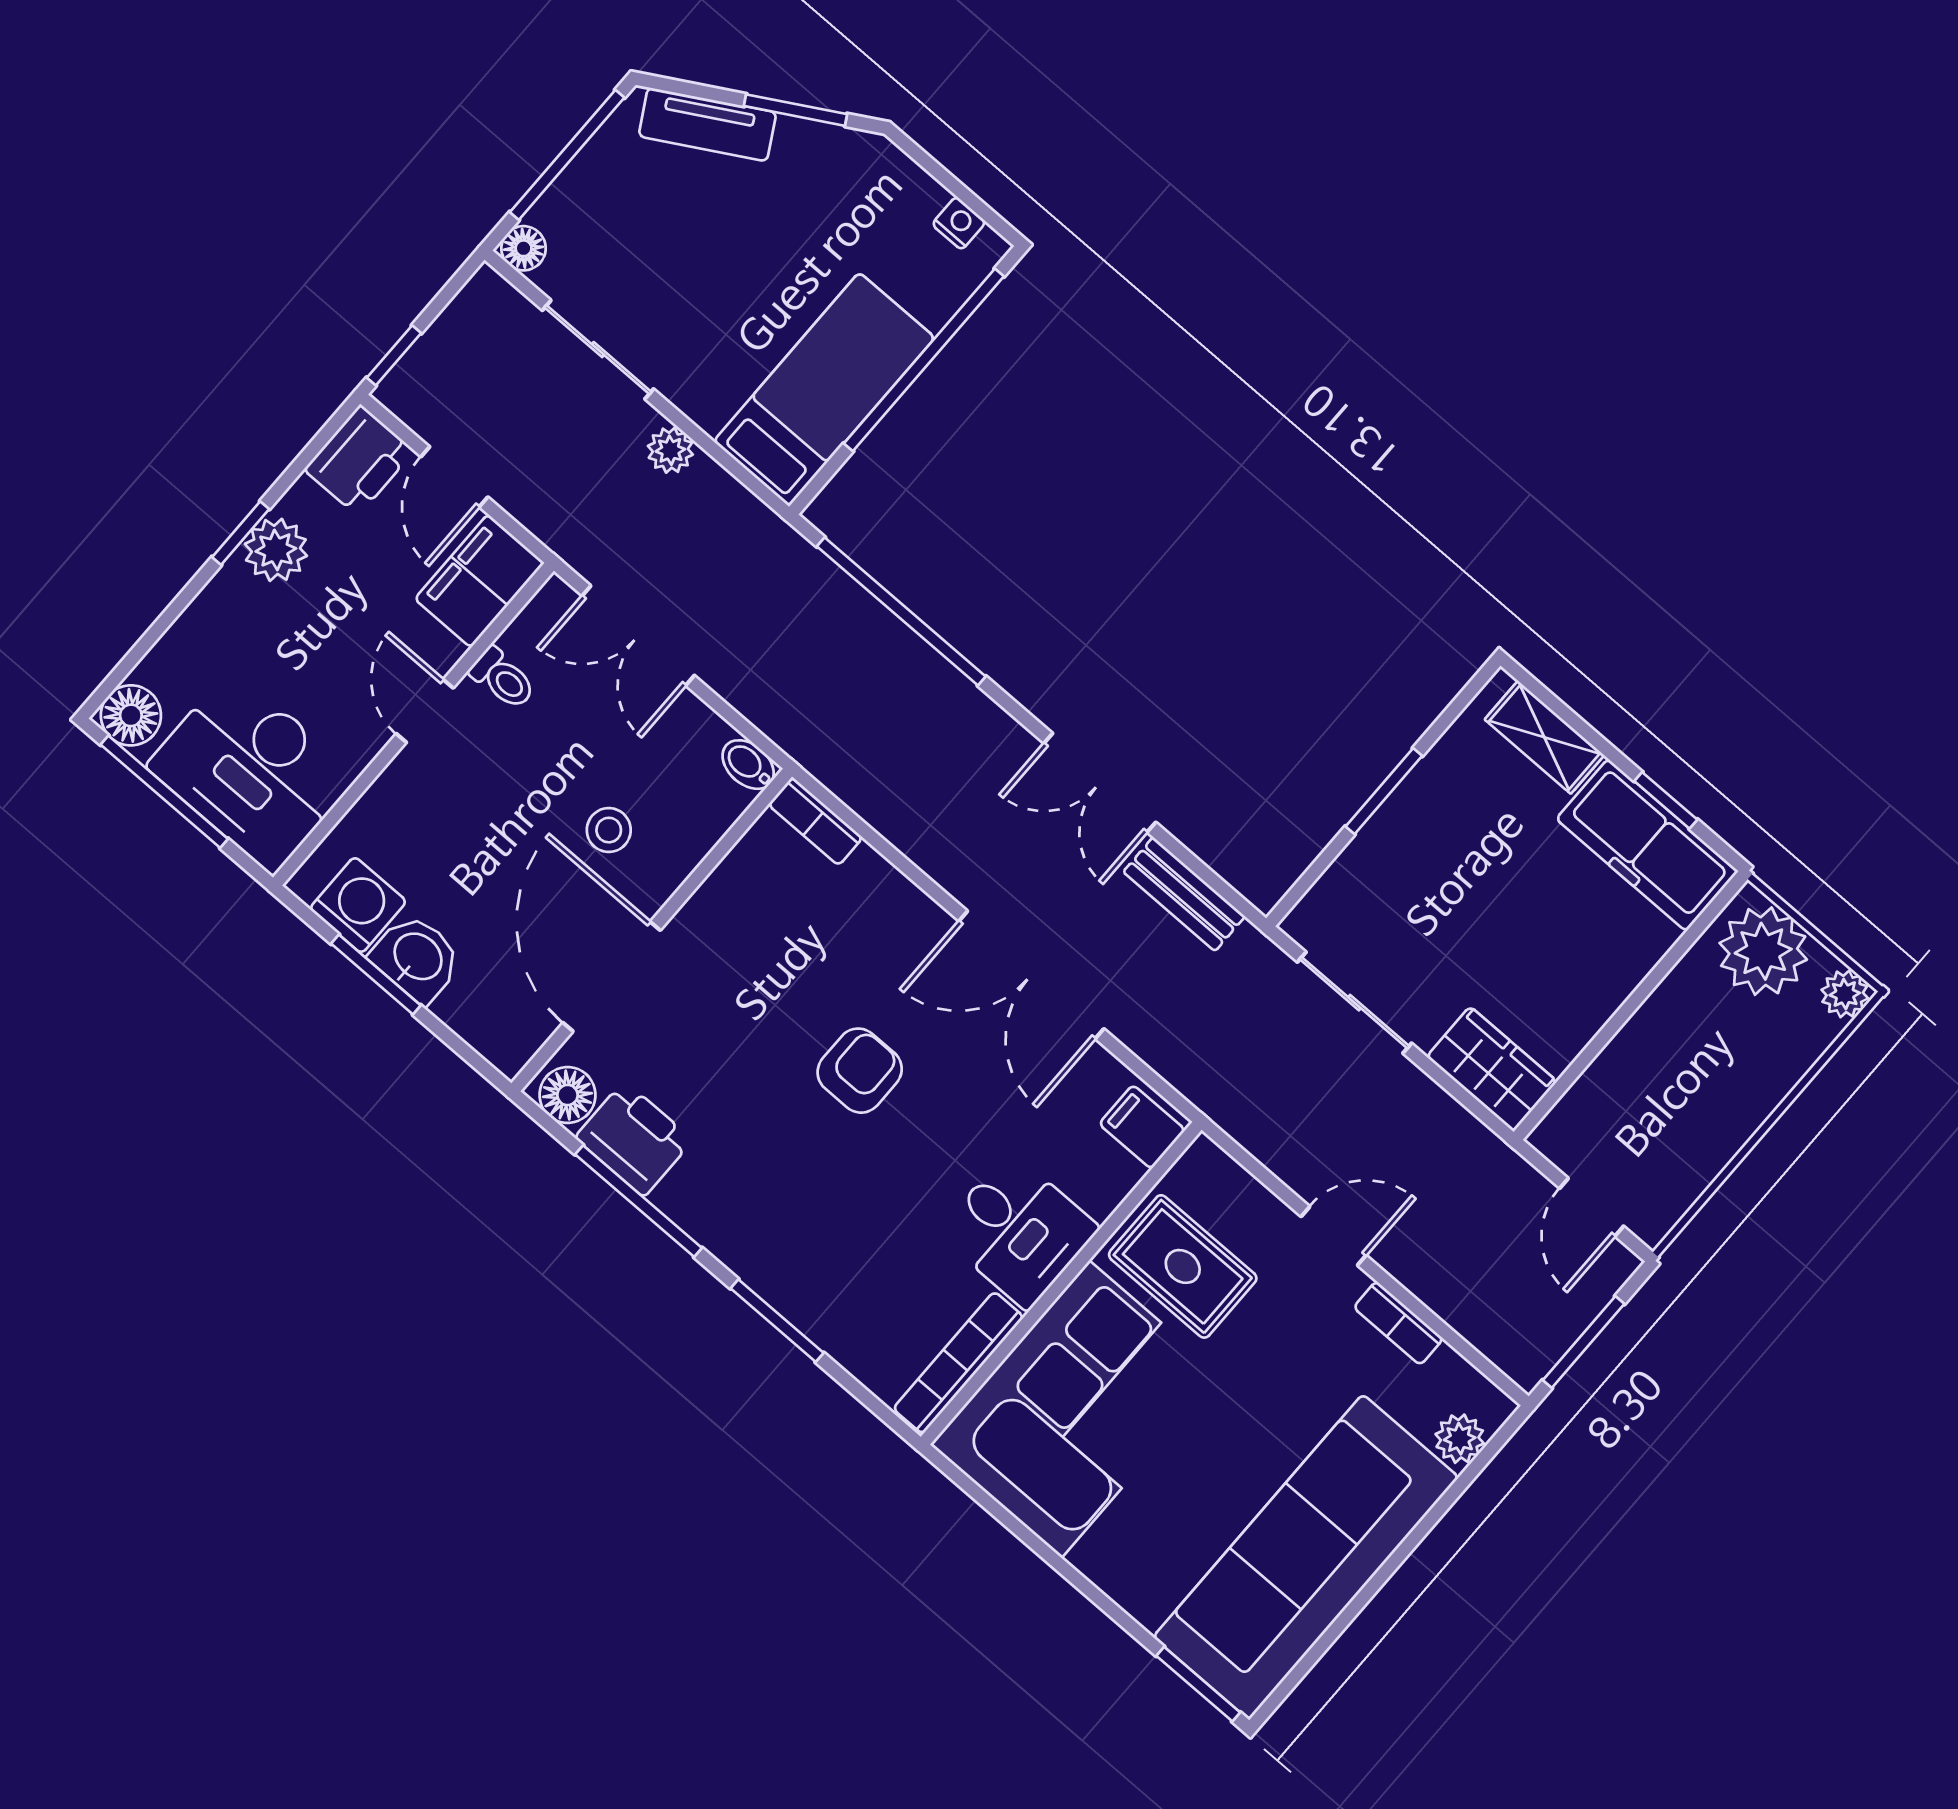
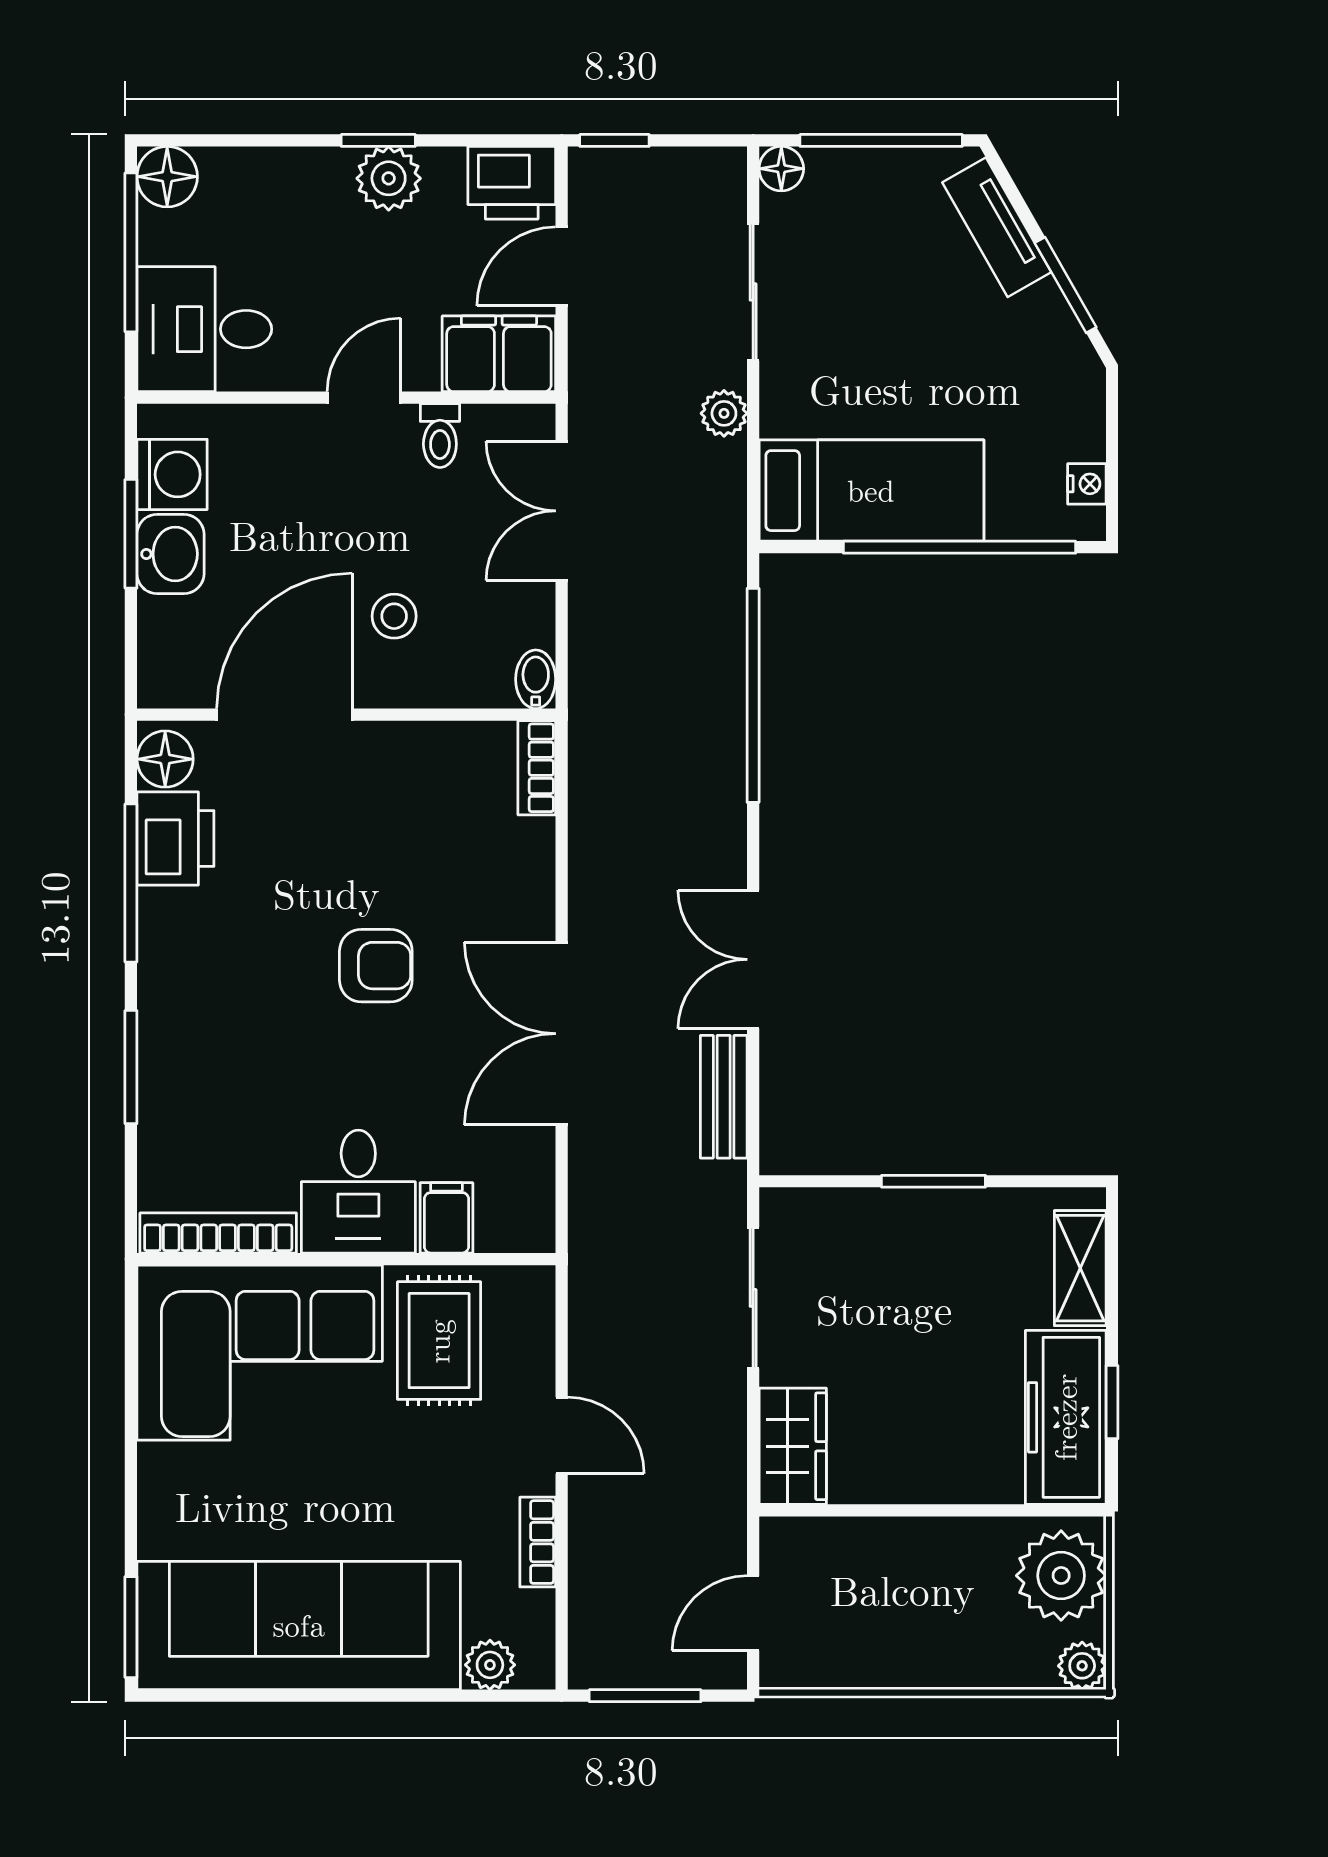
desk: (252, 771) -> (204, 329), width x0.73
filing cabinet: (1142, 1127) -> (446, 1218), moved

